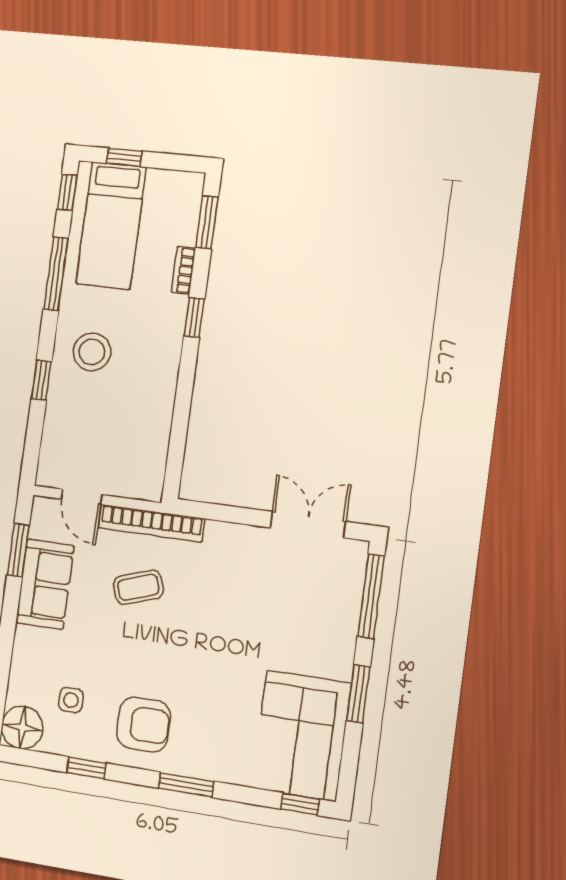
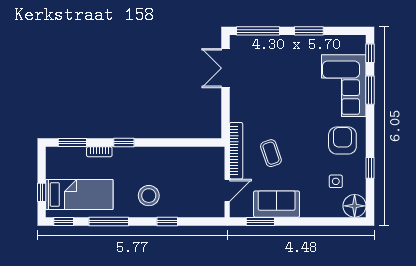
corner sofa: (301, 736) -> (344, 86), moved, turned 90
window: (186, 785) -> (370, 90), moved

